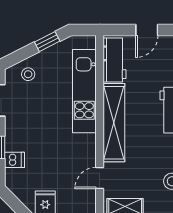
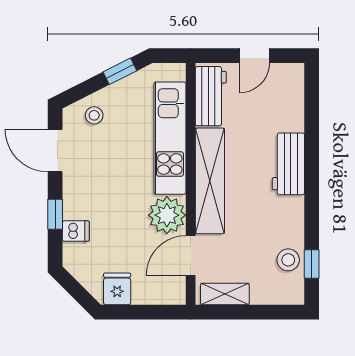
plant: (82, 148) -> (167, 215), added
door: (100, 178) -> (191, 256), width x1.38

